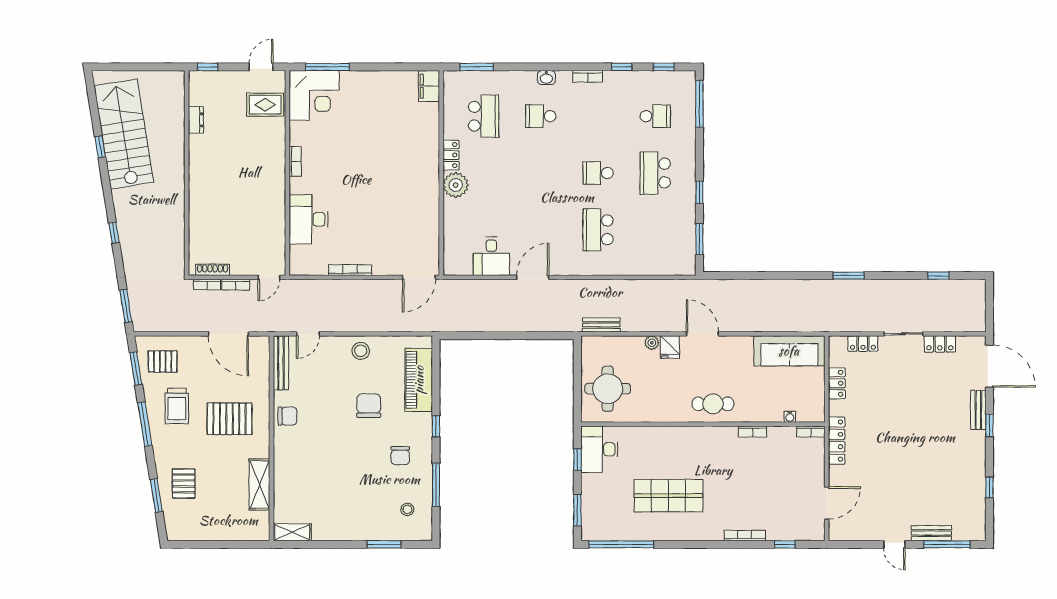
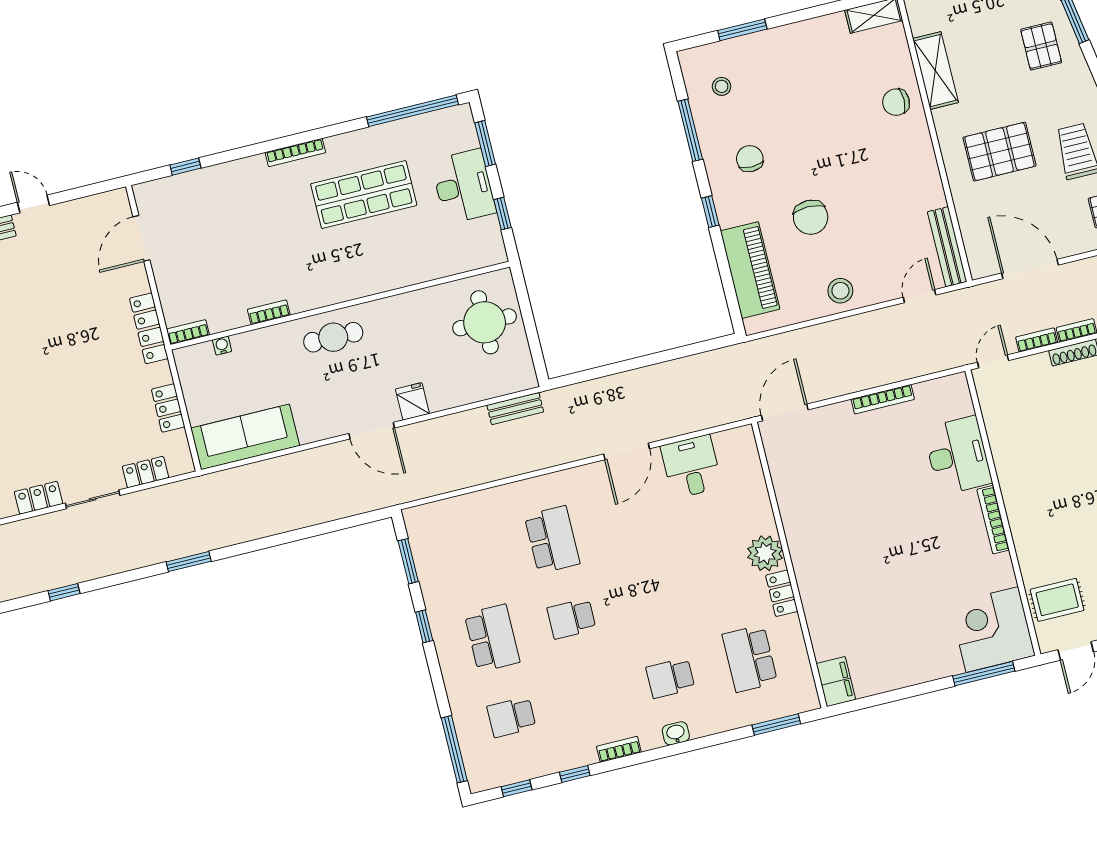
school desk: (541, 116) -> (670, 678), turned 180
bookcase: (295, 161) -> (993, 520), width x1.56
school desk: (598, 173) -> (571, 619), turned 180
plant: (652, 343) -> (439, 401), removed
chair: (287, 416) -> (896, 102), moved
desk: (599, 449) -> (463, 186), moved
bookcase: (745, 536) -> (295, 153), moved

